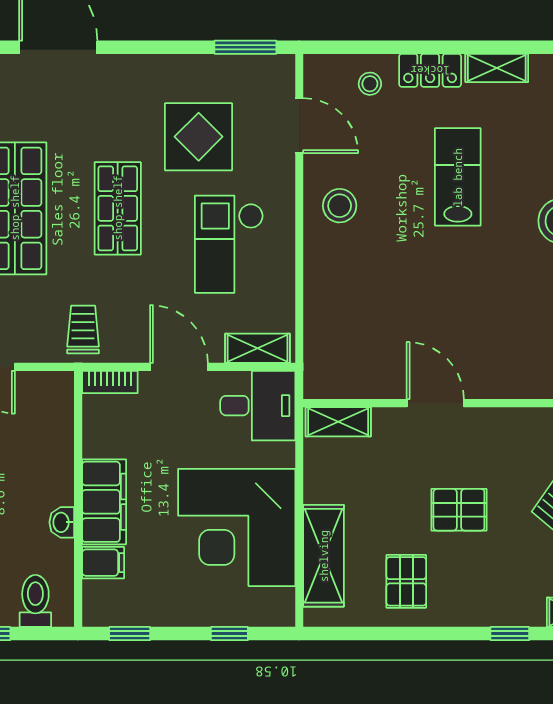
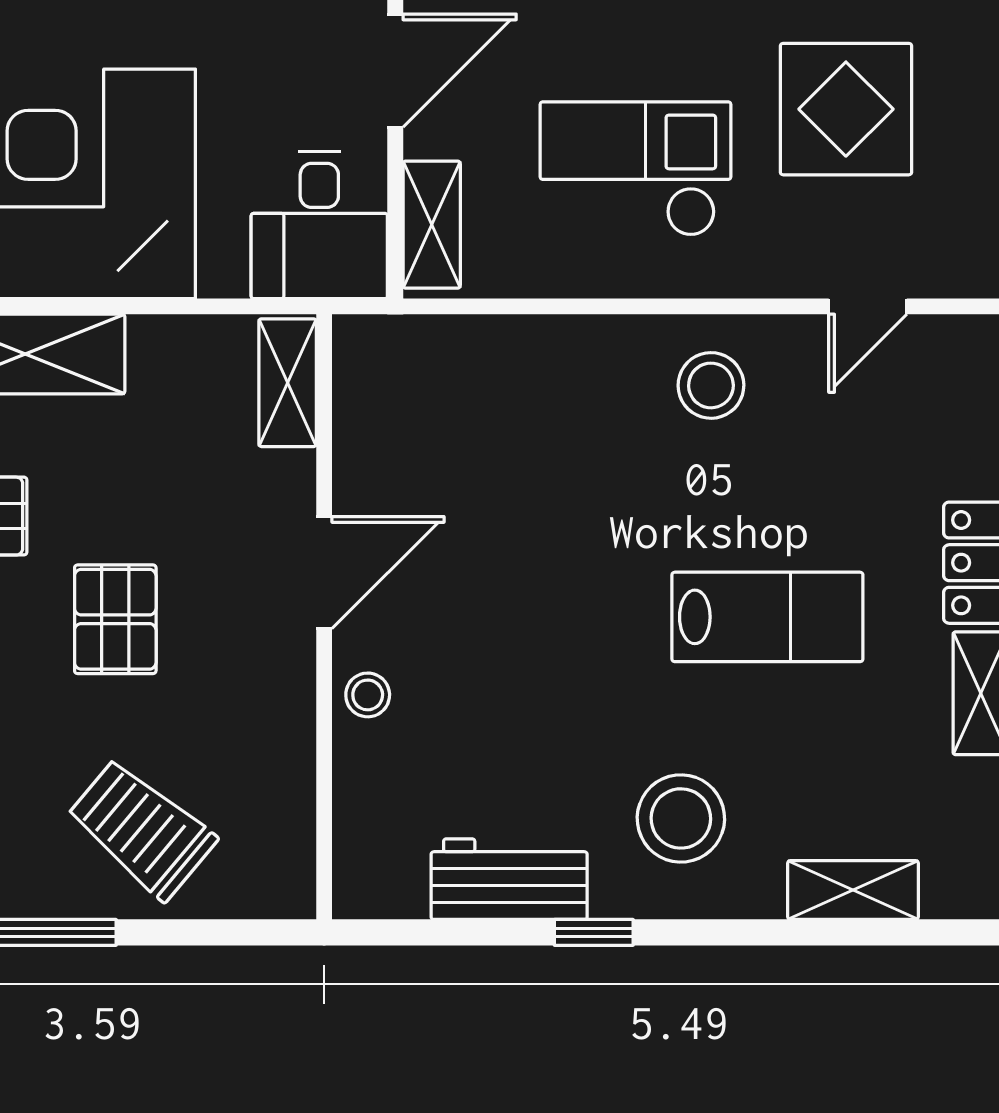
stool: (370, 84) -> (368, 695), moved
door: (299, 126) -> (868, 306), width x0.73

